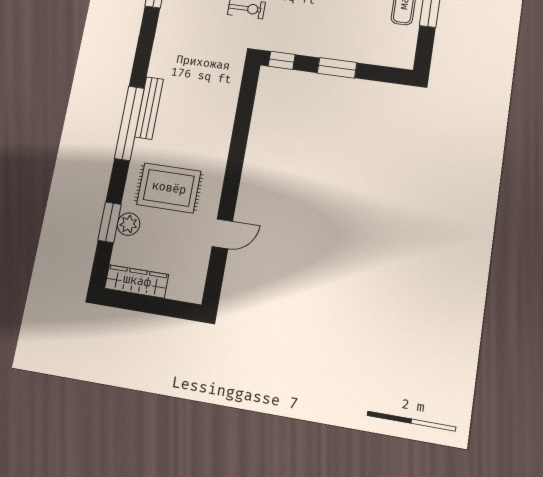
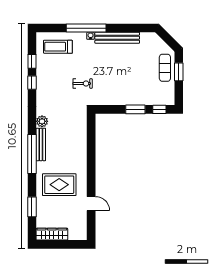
window: (282, 60) -> (159, 109), moved
plant: (129, 224) -> (42, 121), moved
door: (222, 234) -> (91, 204), hinge flipped

